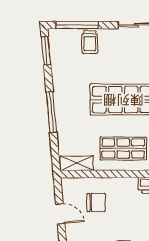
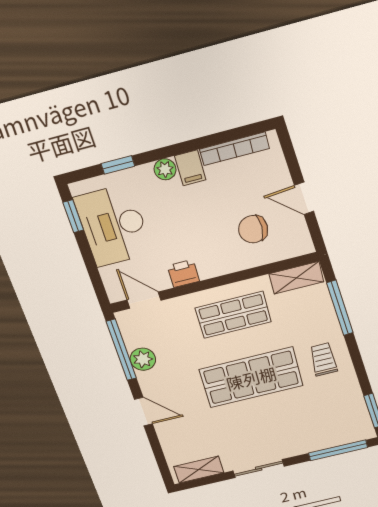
trolley: (90, 42) -> (323, 359), moved
window: (51, 112) -> (340, 308), moved

